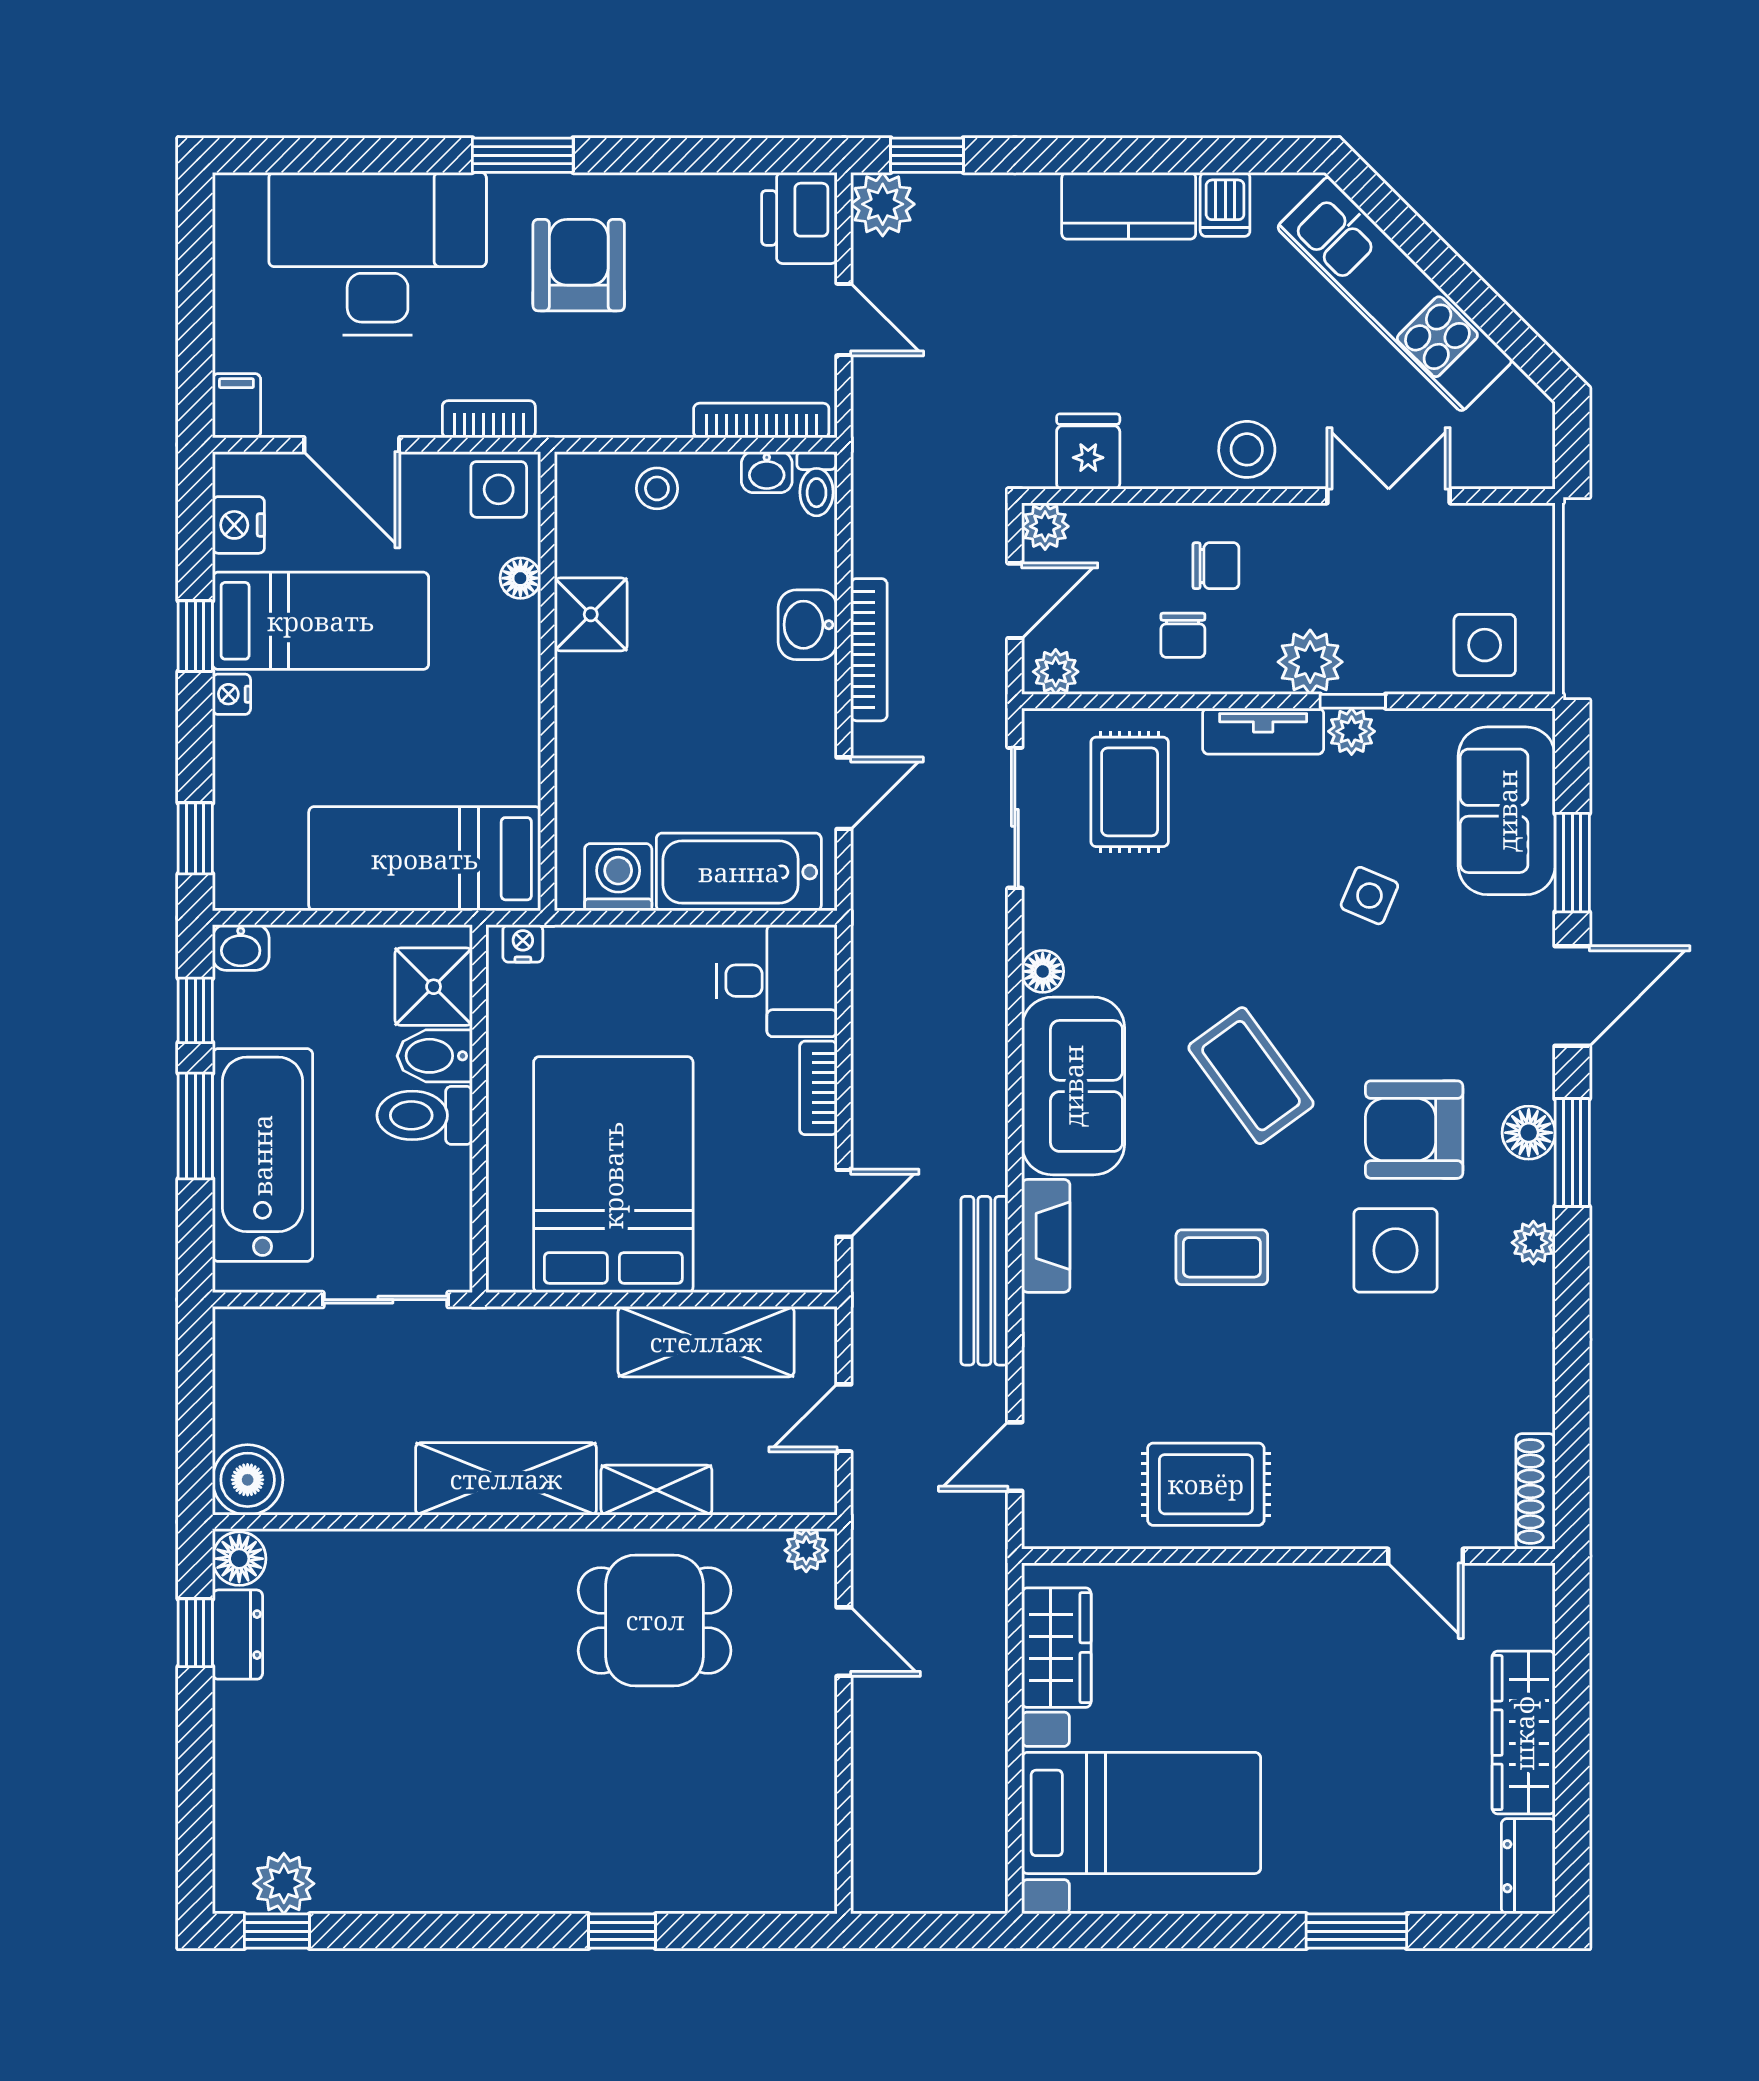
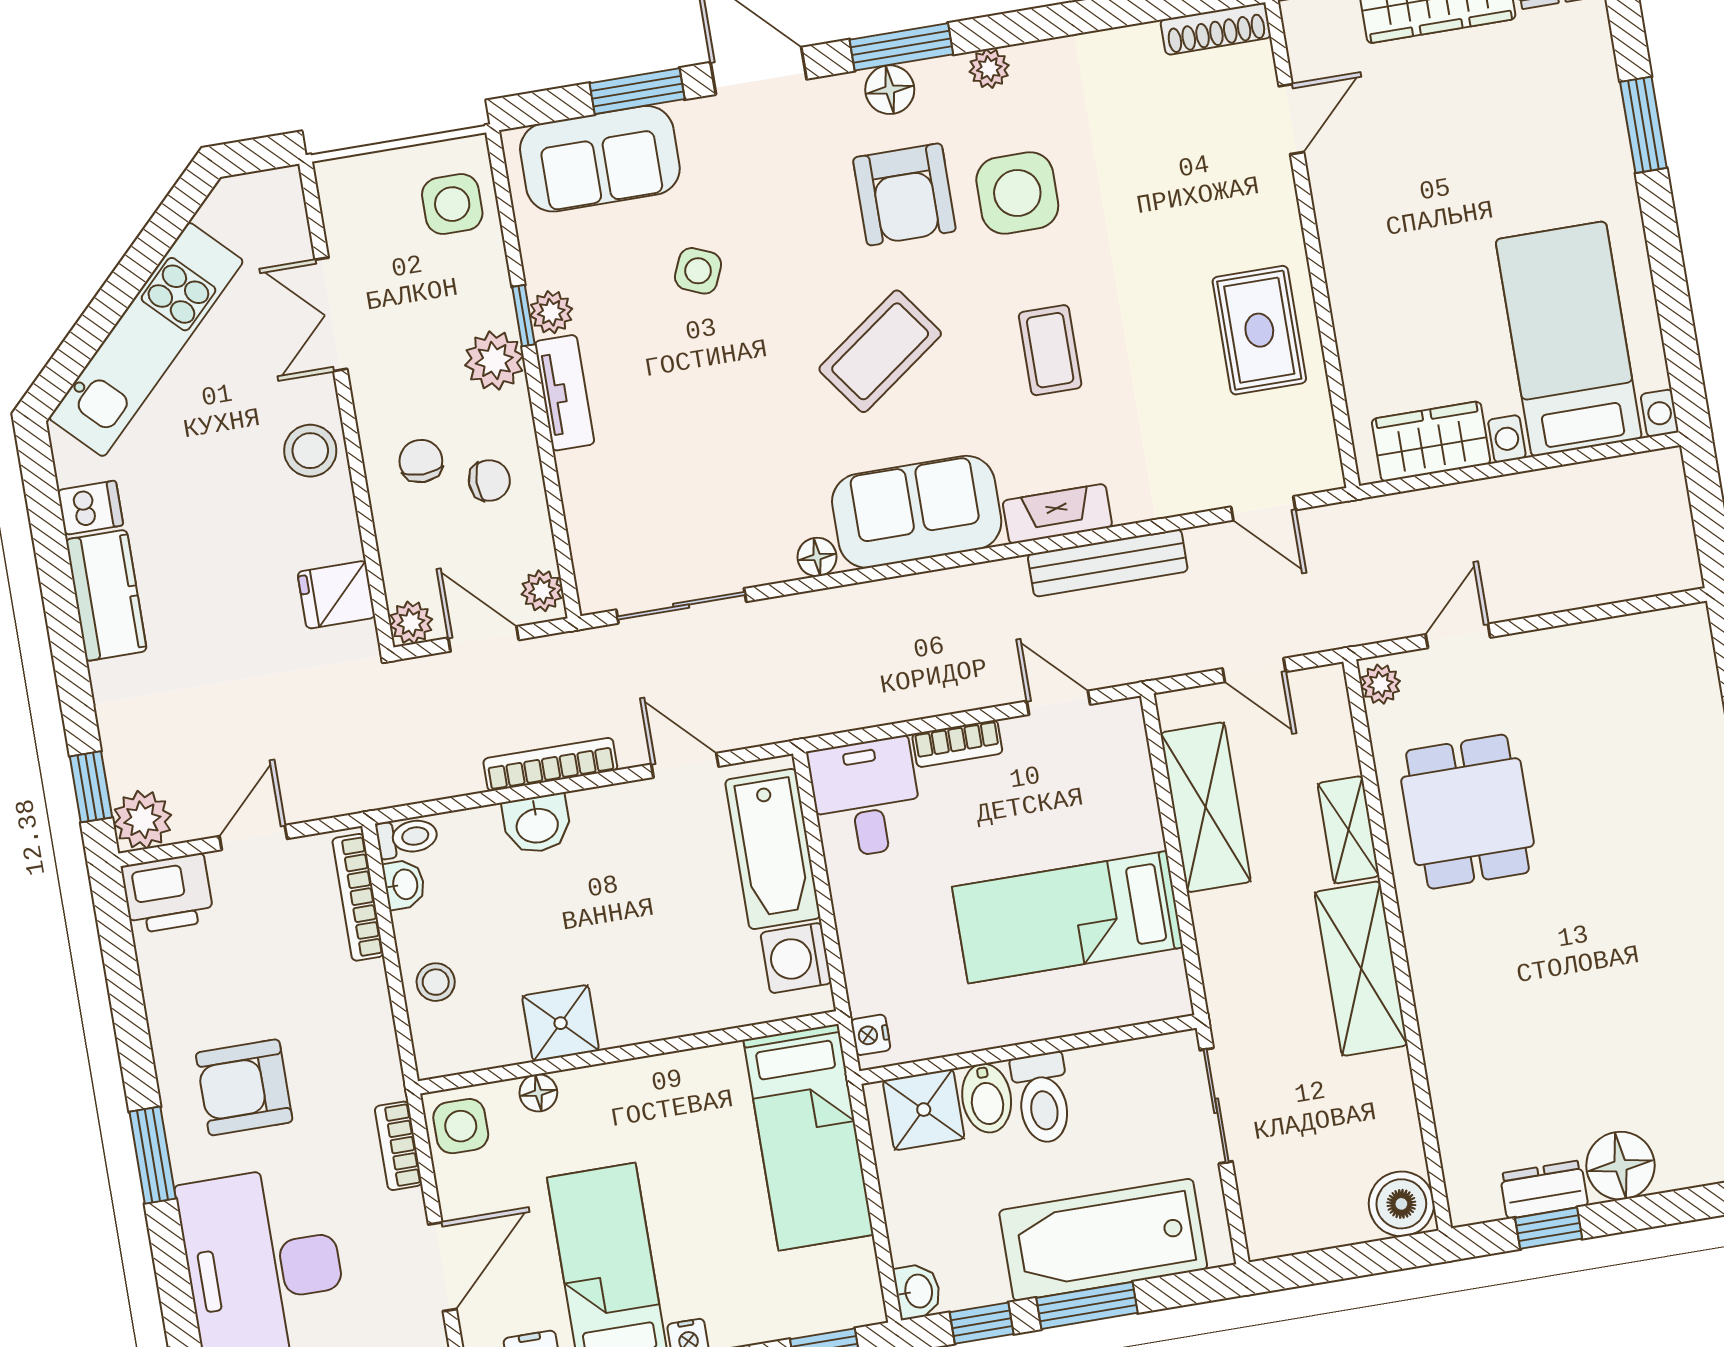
rug: (1130, 792) -> (640, 505), removed
bed: (613, 1175) -> (1068, 917), width x0.67
floor lamp: (239, 1559) -> (1620, 1166), moved, width x1.38, depth x1.38

